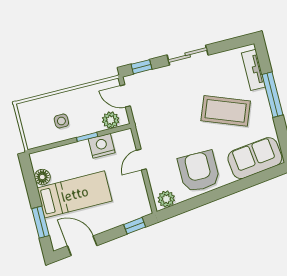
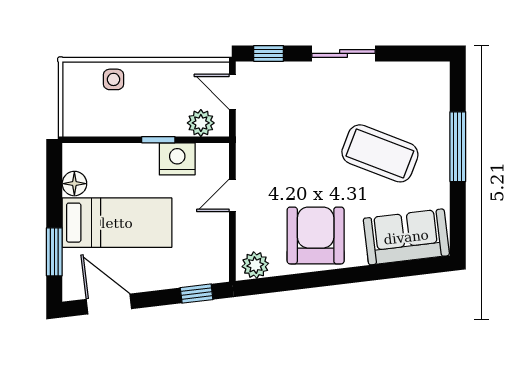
tv unit: (253, 70) -> (438, 102), removed
side table: (61, 121) -> (114, 79), moved

